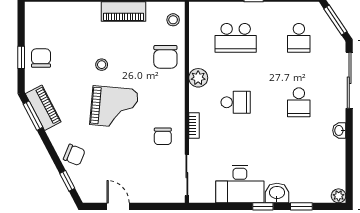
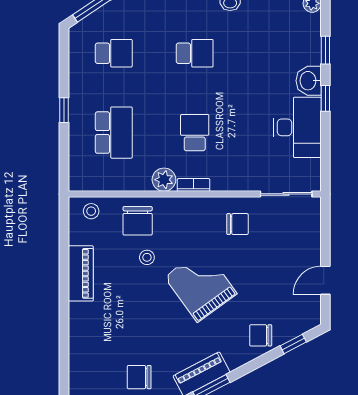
chair: (165, 57) -> (138, 221), turned 90
stool: (102, 65) -> (147, 257), moved
grand piano: (114, 107) -> (201, 285), turned -41
bookcase: (194, 125) -> (194, 185), moved
chair: (74, 155) -> (261, 335), turned -112

